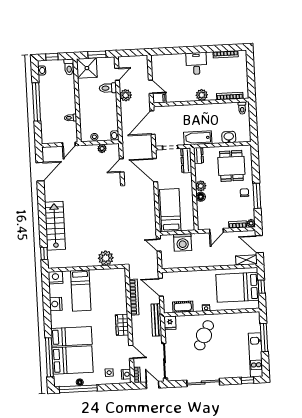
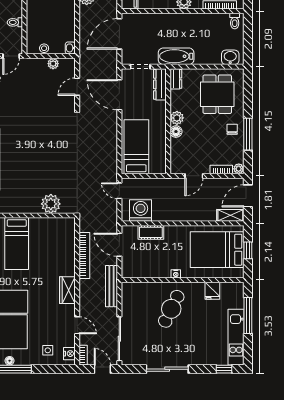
washbasin: (229, 137) -> (230, 57), moved
washing machine: (183, 242) -> (141, 211), moved, turned 180
door: (259, 244) -> (248, 196), hinge flipped
cot: (183, 307) -> (151, 232), moved
fridge: (170, 323) -> (212, 291), moved

